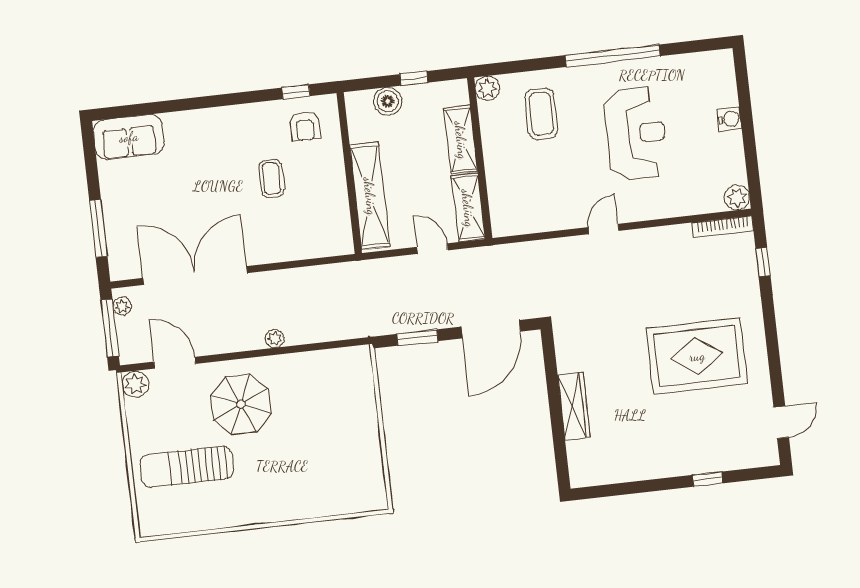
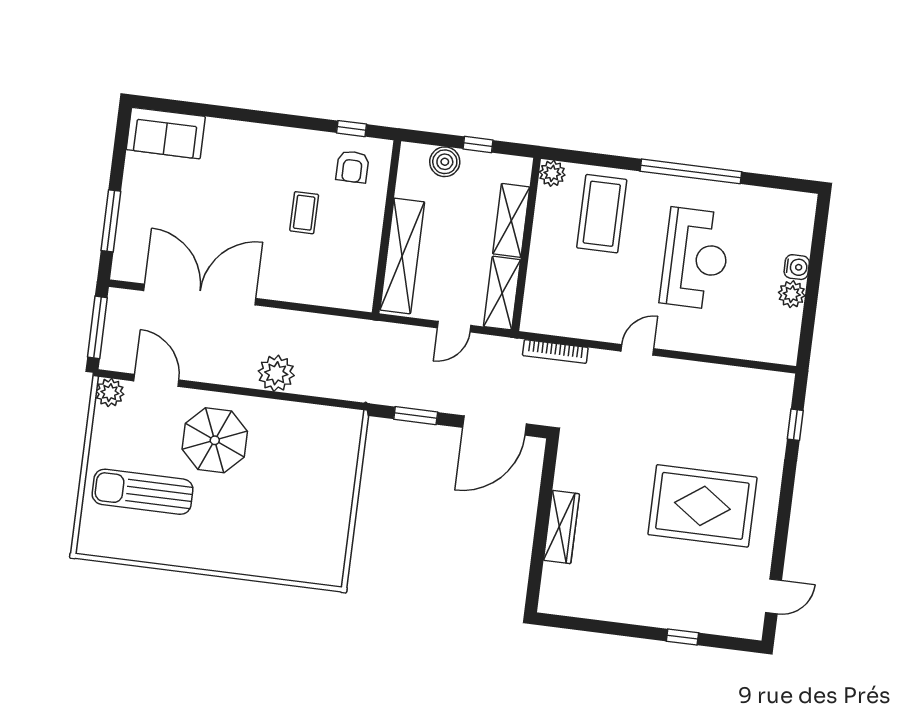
coffee table: (541, 114) -> (602, 214), width x1.36, depth x1.32
plant: (737, 198) -> (792, 294), moved
bookcase: (723, 227) -> (555, 352), moved
door: (432, 249) -> (454, 327), swing flipped
plant: (122, 306) -> (116, 308), removed
plant: (275, 339) -> (276, 373), width x1.87, depth x1.87

